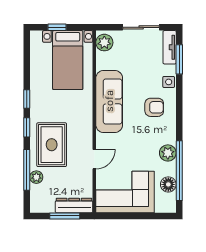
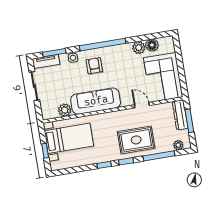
plant: (104, 43) -> (65, 110), moved
plant: (168, 153) -> (139, 48), moved
window: (179, 171) -> (103, 45), moved
plant: (36, 177) -> (178, 145), moved

